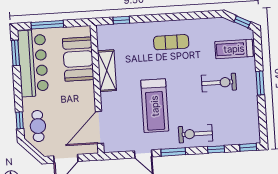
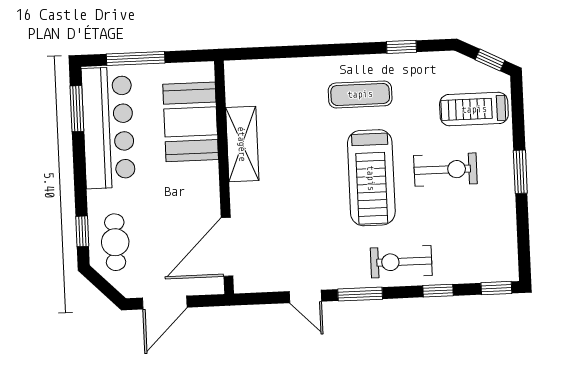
window: (121, 20) -> (401, 47), moved
treadmill: (155, 106) -> (371, 178), moved

